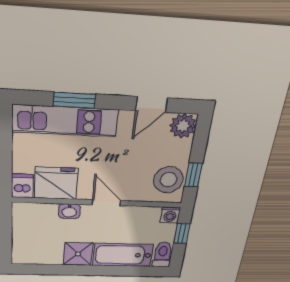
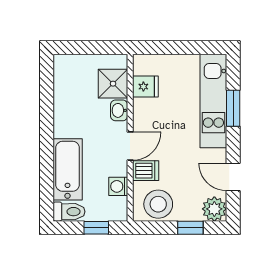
window: (193, 175) -> (190, 228), moved
fridge: (56, 183) -> (145, 87), width x0.53, depth x0.75
dishwasher: (22, 186) -> (146, 171), moved
washing machine: (170, 215) -> (118, 186), moved
shower: (78, 254) -> (113, 84), moved

